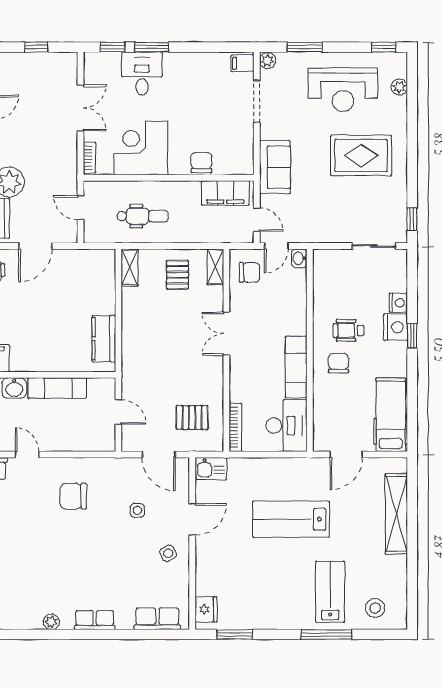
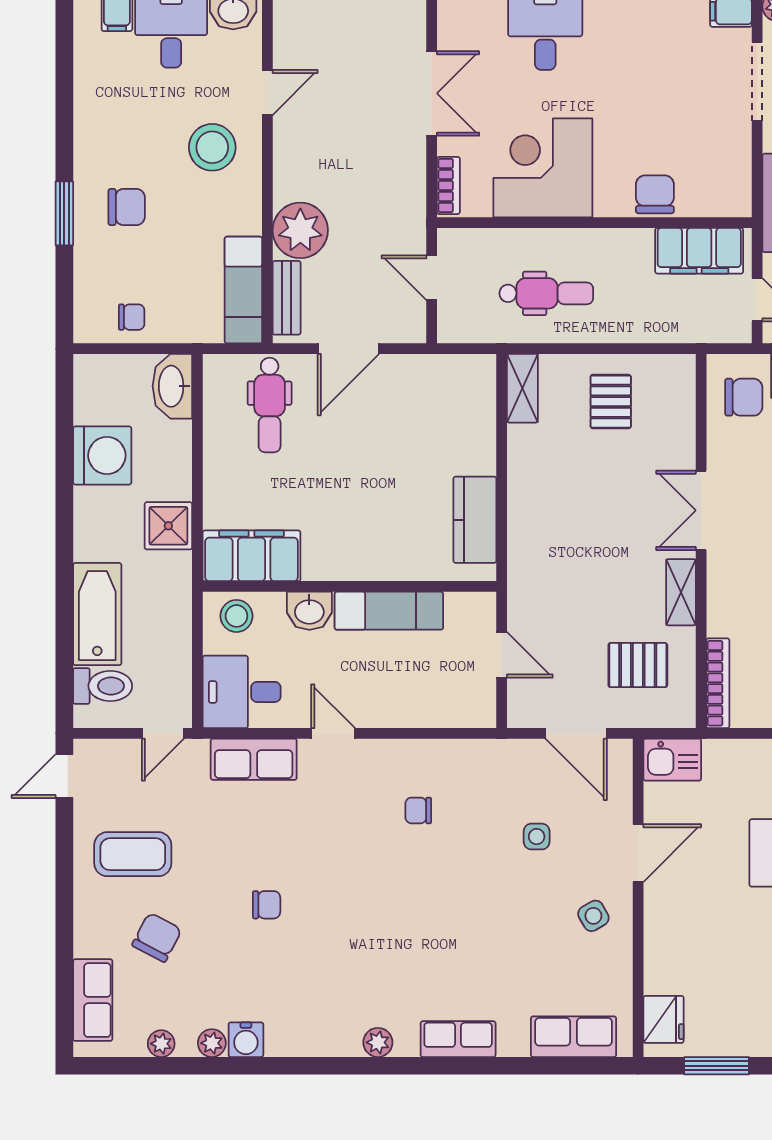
shelving: (215, 267) -> (681, 592), moved
chair: (73, 496) -> (418, 810), width x0.54, depth x0.54

